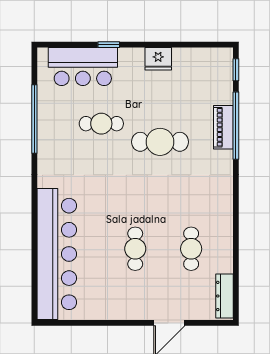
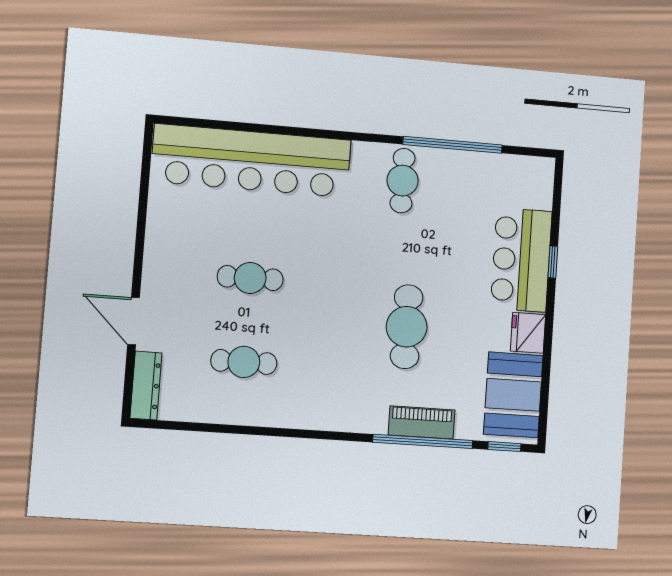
booth: (201, 66) -> (513, 395), added
bar counter: (83, 67) -> (521, 260), moved
cafe table: (101, 124) -> (403, 181), moved
dresser: (225, 296) -> (146, 386), moved, turned 90

